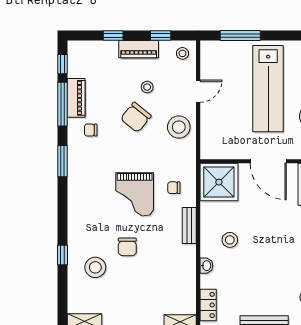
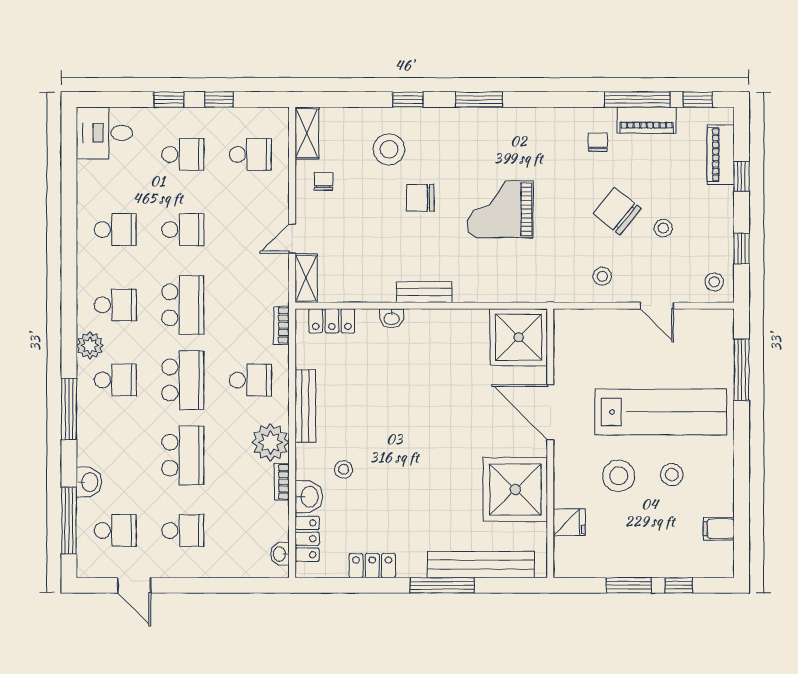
piano: (139, 49) -> (721, 155), moved
lab bench: (268, 89) -> (661, 412), turned 180
stool: (179, 127) -> (602, 276), width x0.53, depth x0.53
window: (63, 161) -> (479, 100), moved
door: (268, 161) -> (550, 412), hinge flipped
chair: (174, 188) -> (324, 181), moved
bench: (189, 225) -> (424, 292), moved
stool: (230, 240) -> (431, 354), removed

